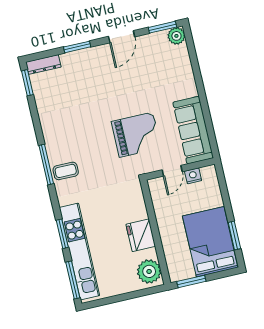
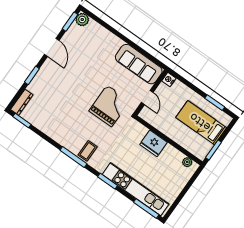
grand piano: (136, 135) -> (109, 106), moved
nightstand: (193, 176) -> (169, 80), moved
window: (62, 234) -> (108, 181), moved
fridge: (141, 235) -> (153, 143), moved
bed: (210, 242) -> (201, 123), width x0.67
plant: (149, 271) -> (187, 162), width x0.53, depth x0.53

